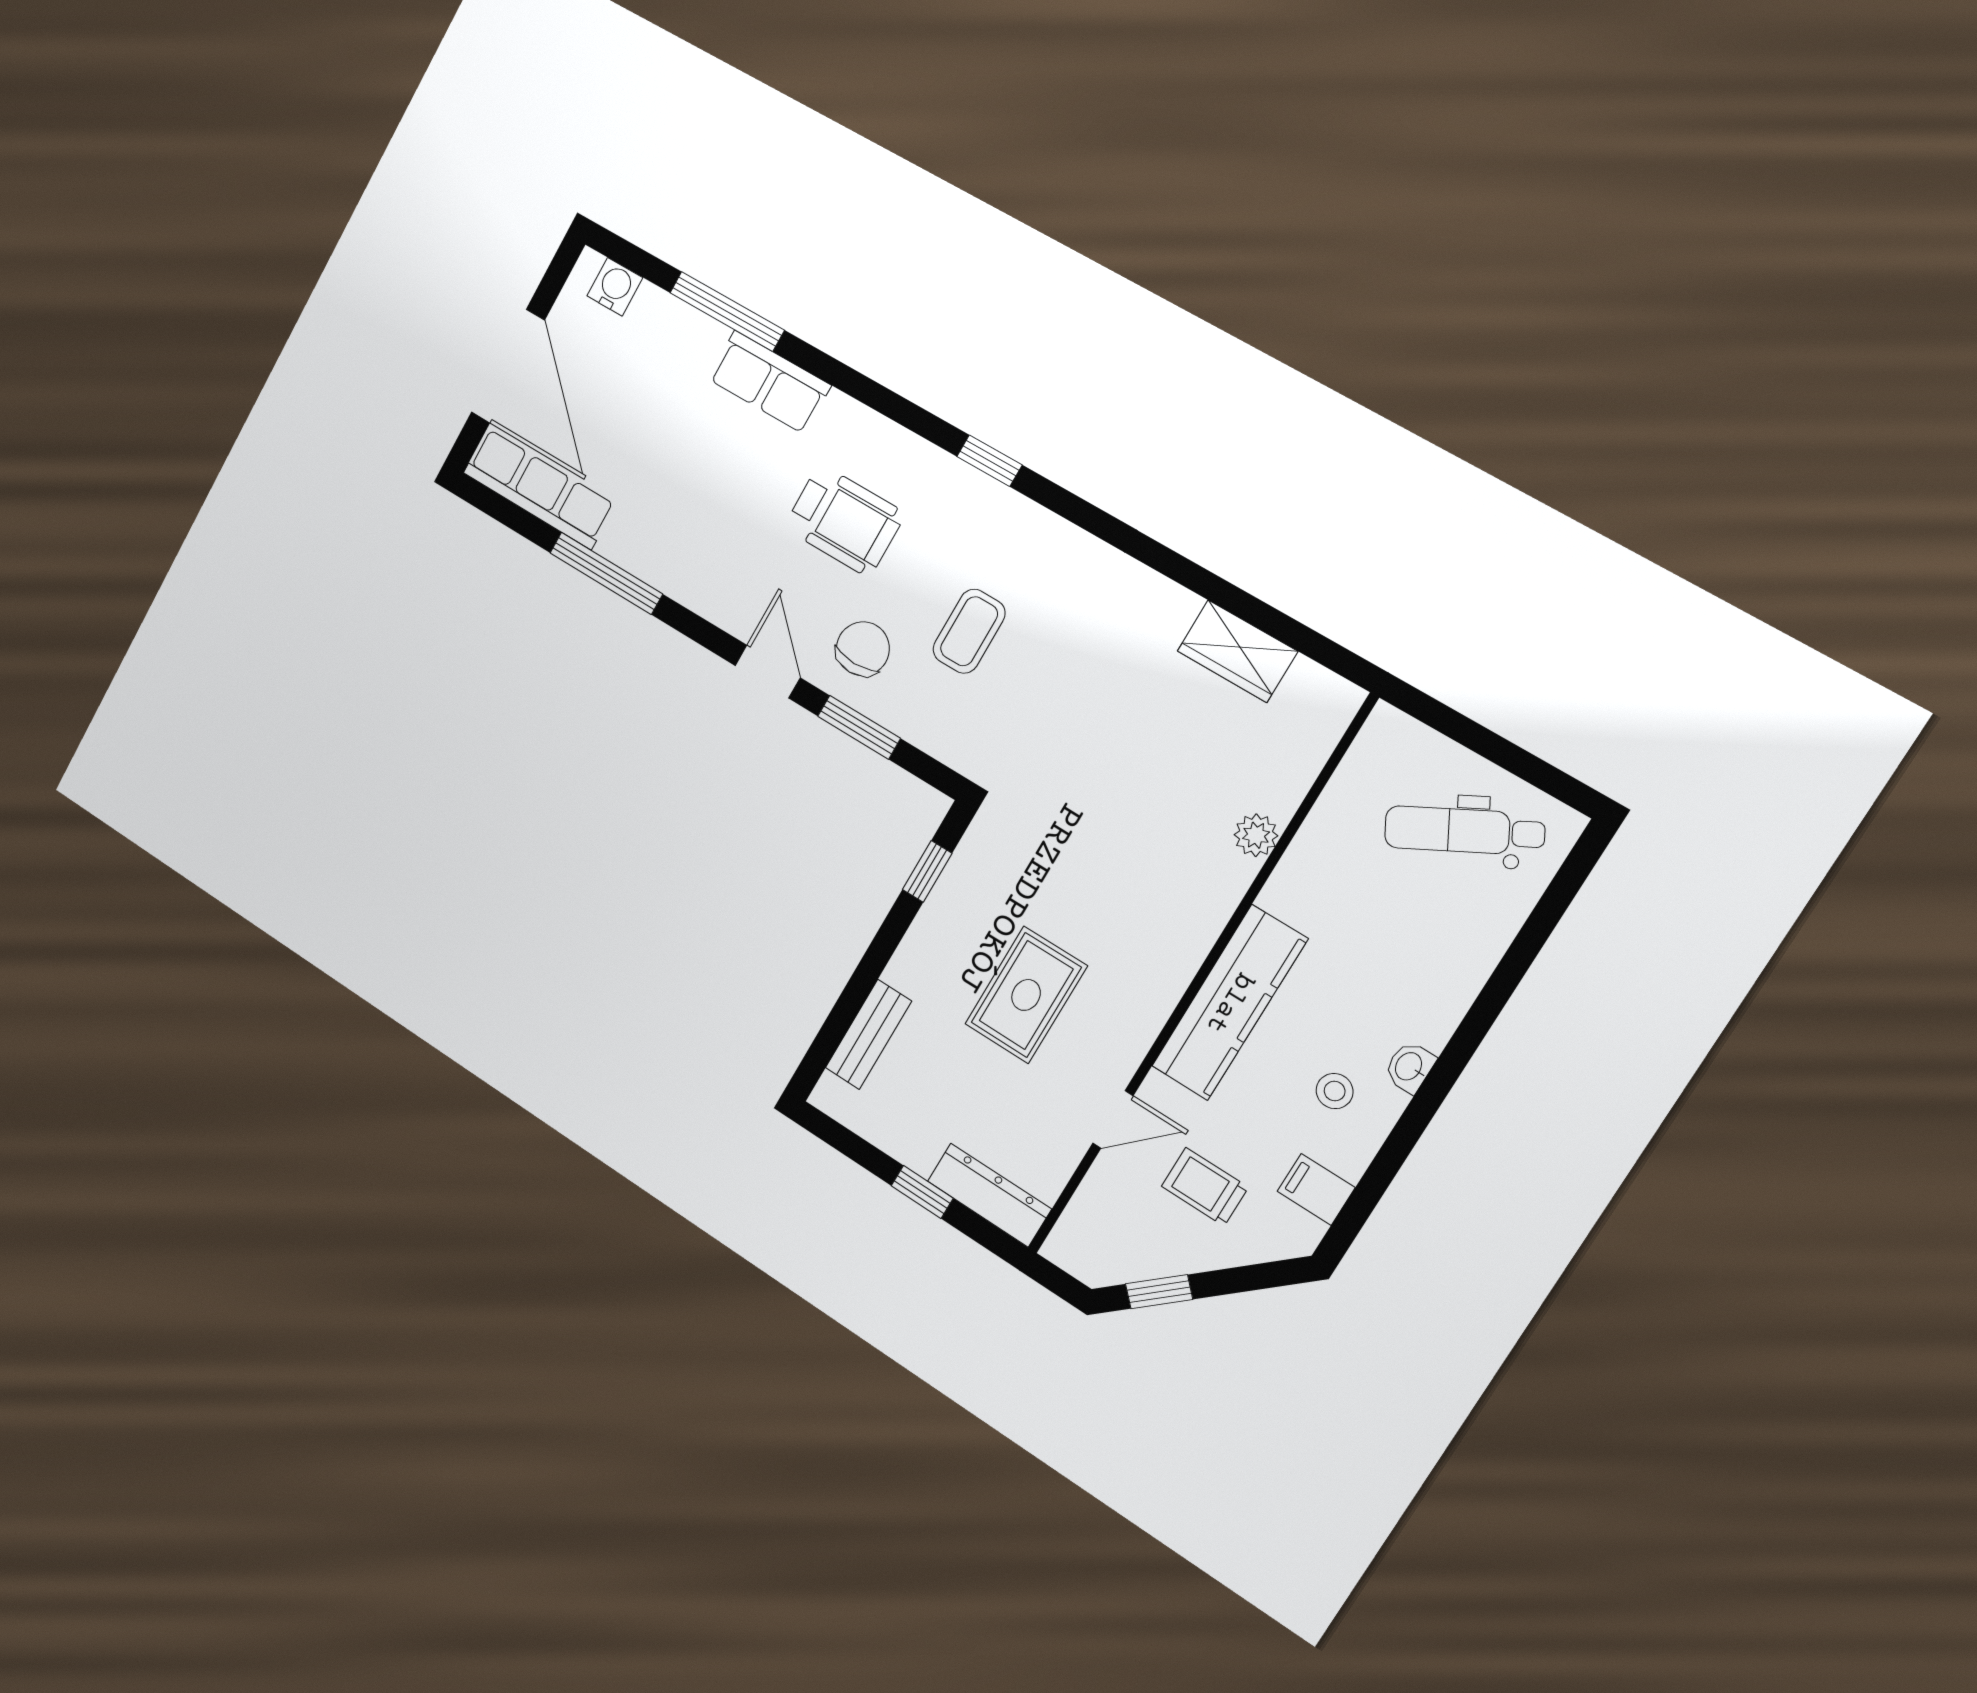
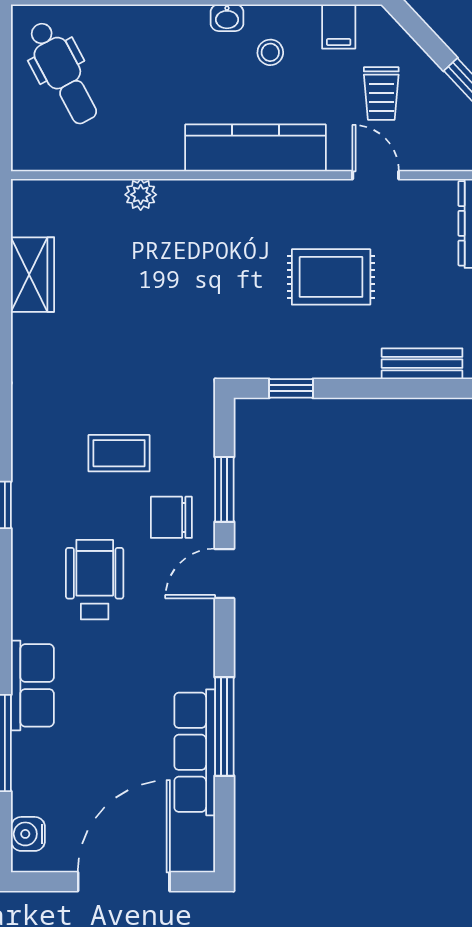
row of seats: (539, 489) -> (195, 752), moved

